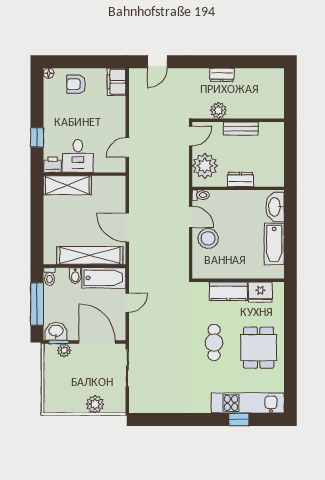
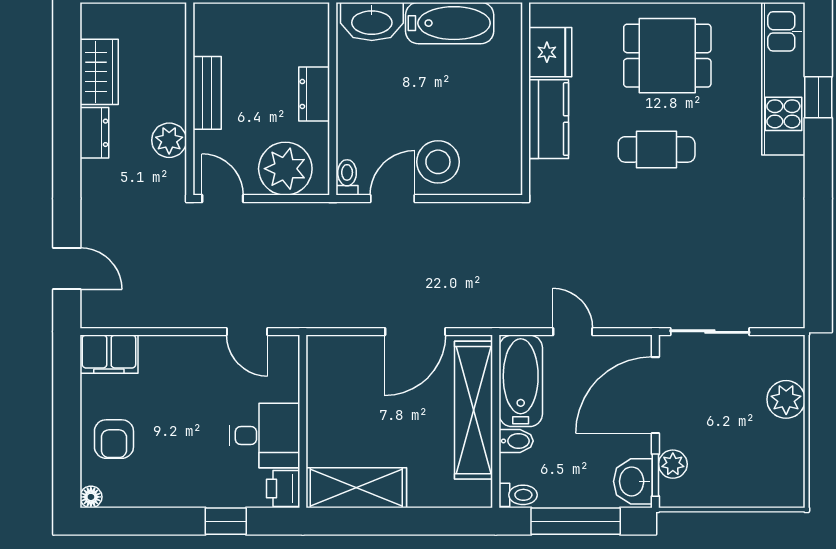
wardrobe: (251, 77) -> (99, 72), added
shelving: (67, 185) -> (356, 488), moved, turned 90

